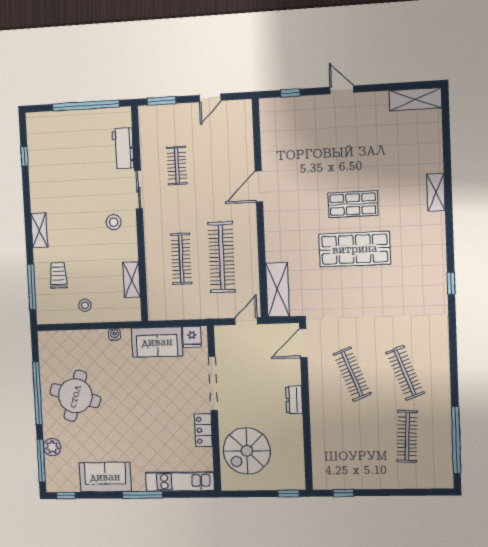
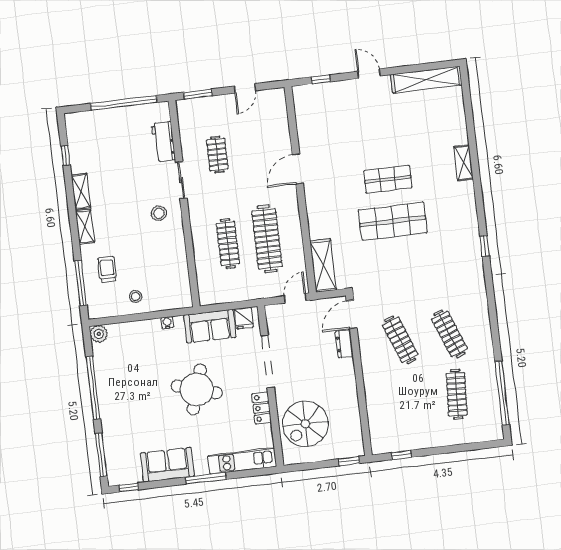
shelving: (415, 99) -> (426, 80), width x1.47
shelving: (132, 280) -> (81, 191), moved
round table: (75, 396) -> (197, 389), moved
dresser: (294, 400) -> (344, 344), moved
plant: (52, 447) -> (99, 334), moved

